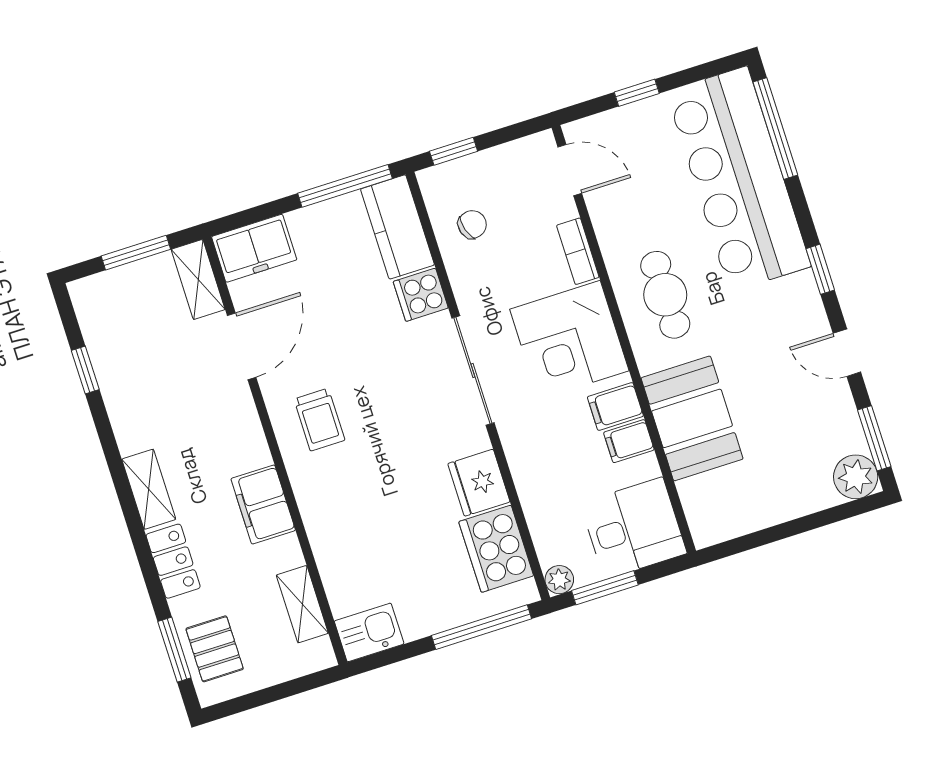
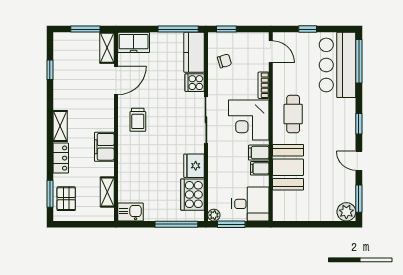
bar counter: (738, 179) -> (338, 65), width x0.73

